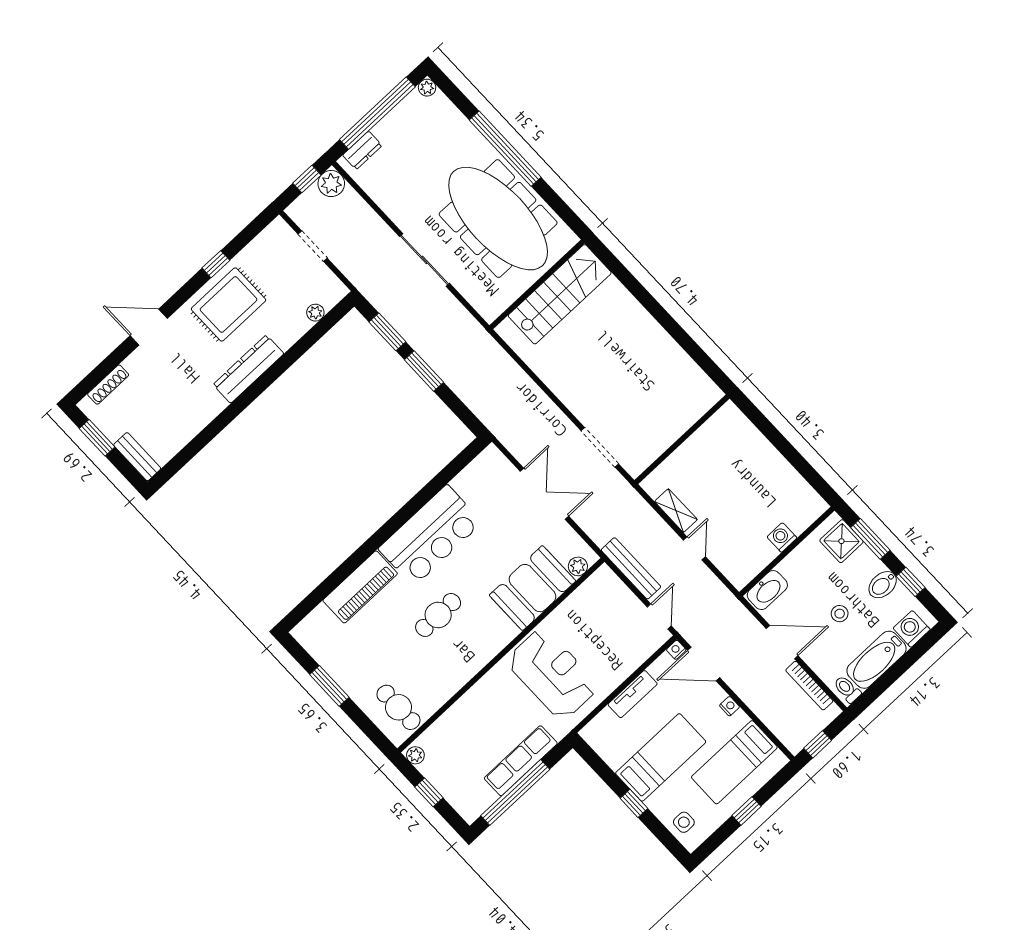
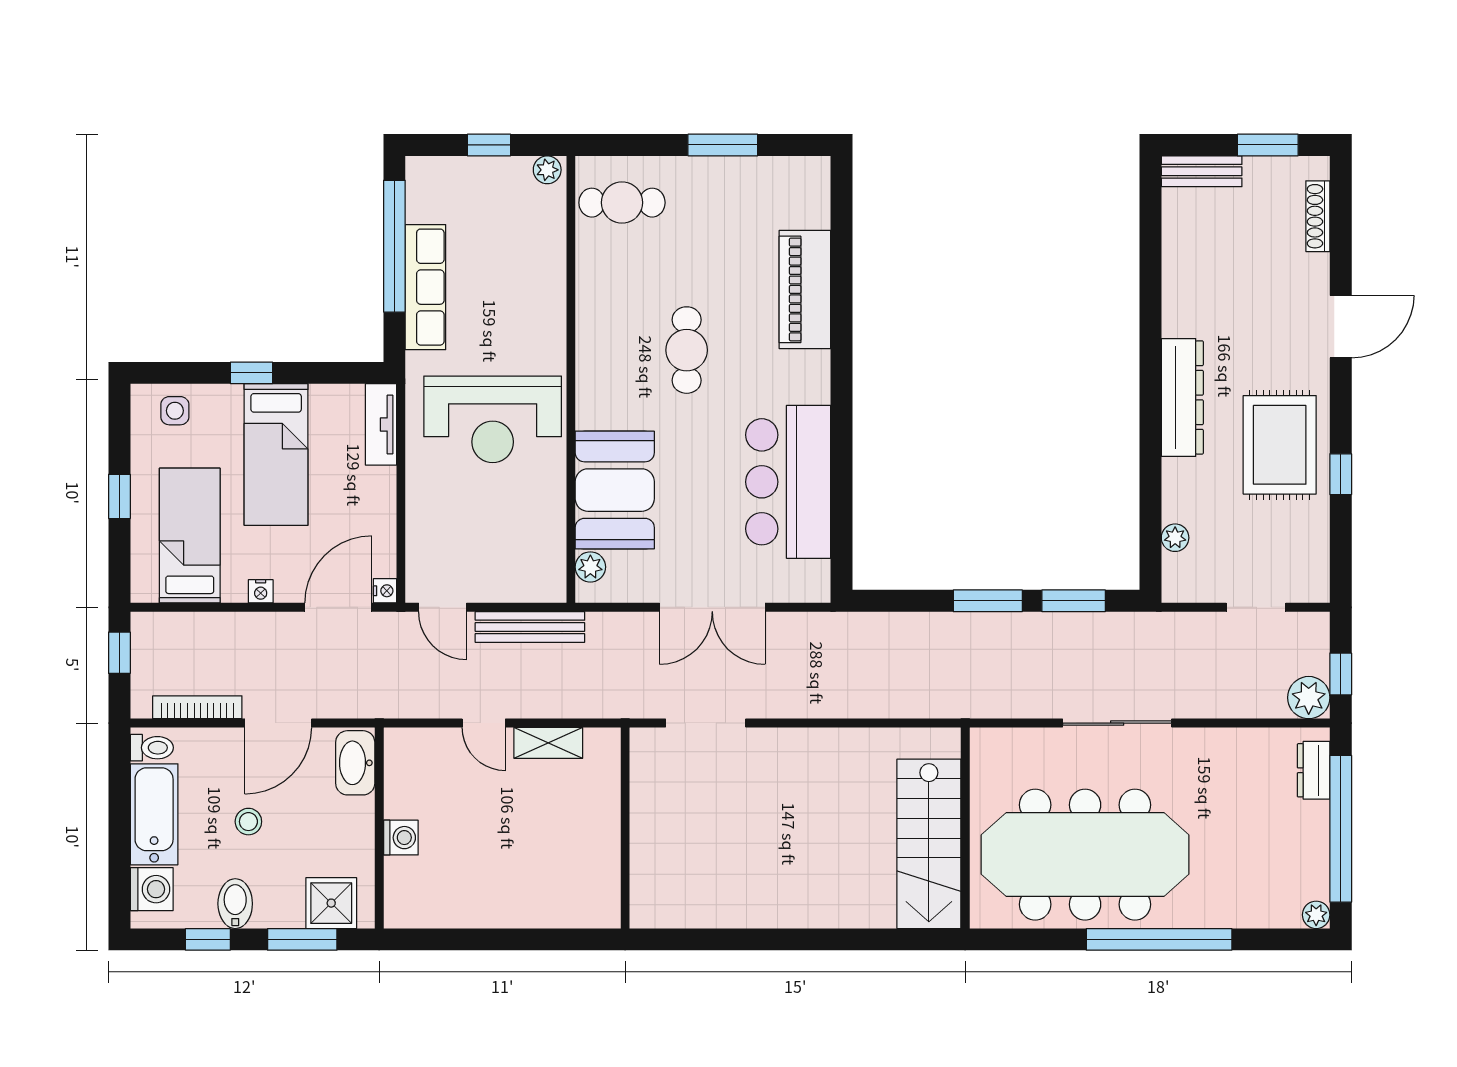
bar counter: (430, 536) -> (788, 482), moved
tv unit: (633, 694) -> (381, 424), moved

